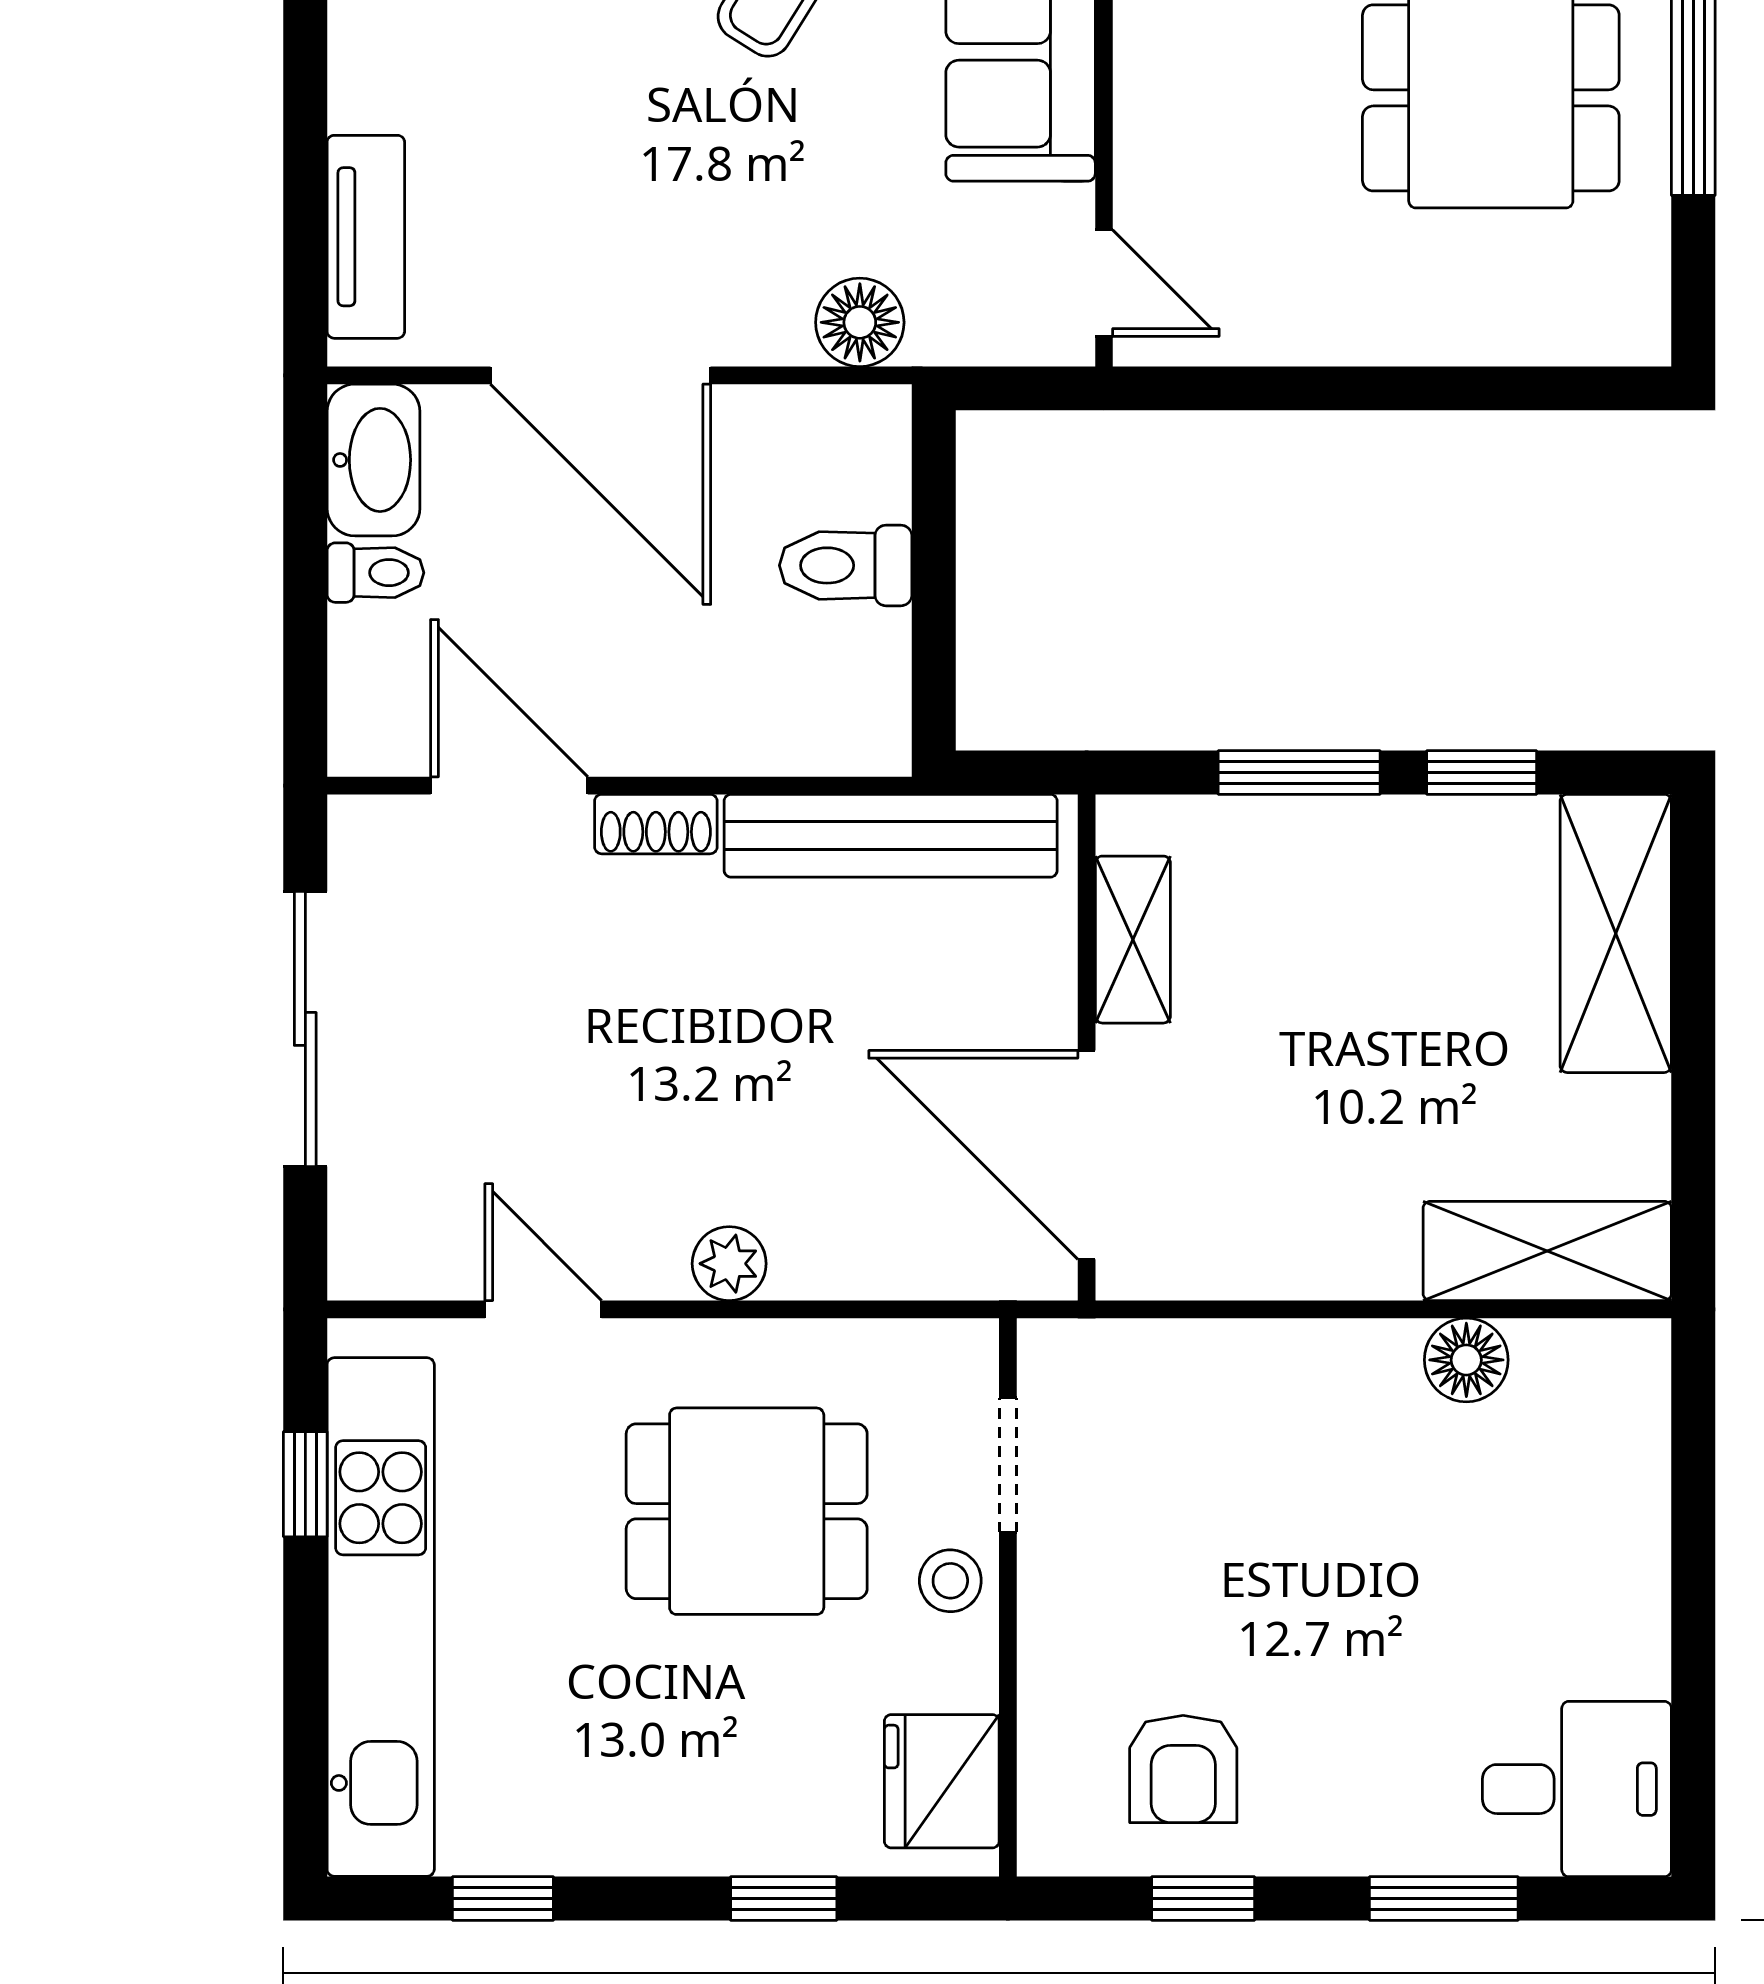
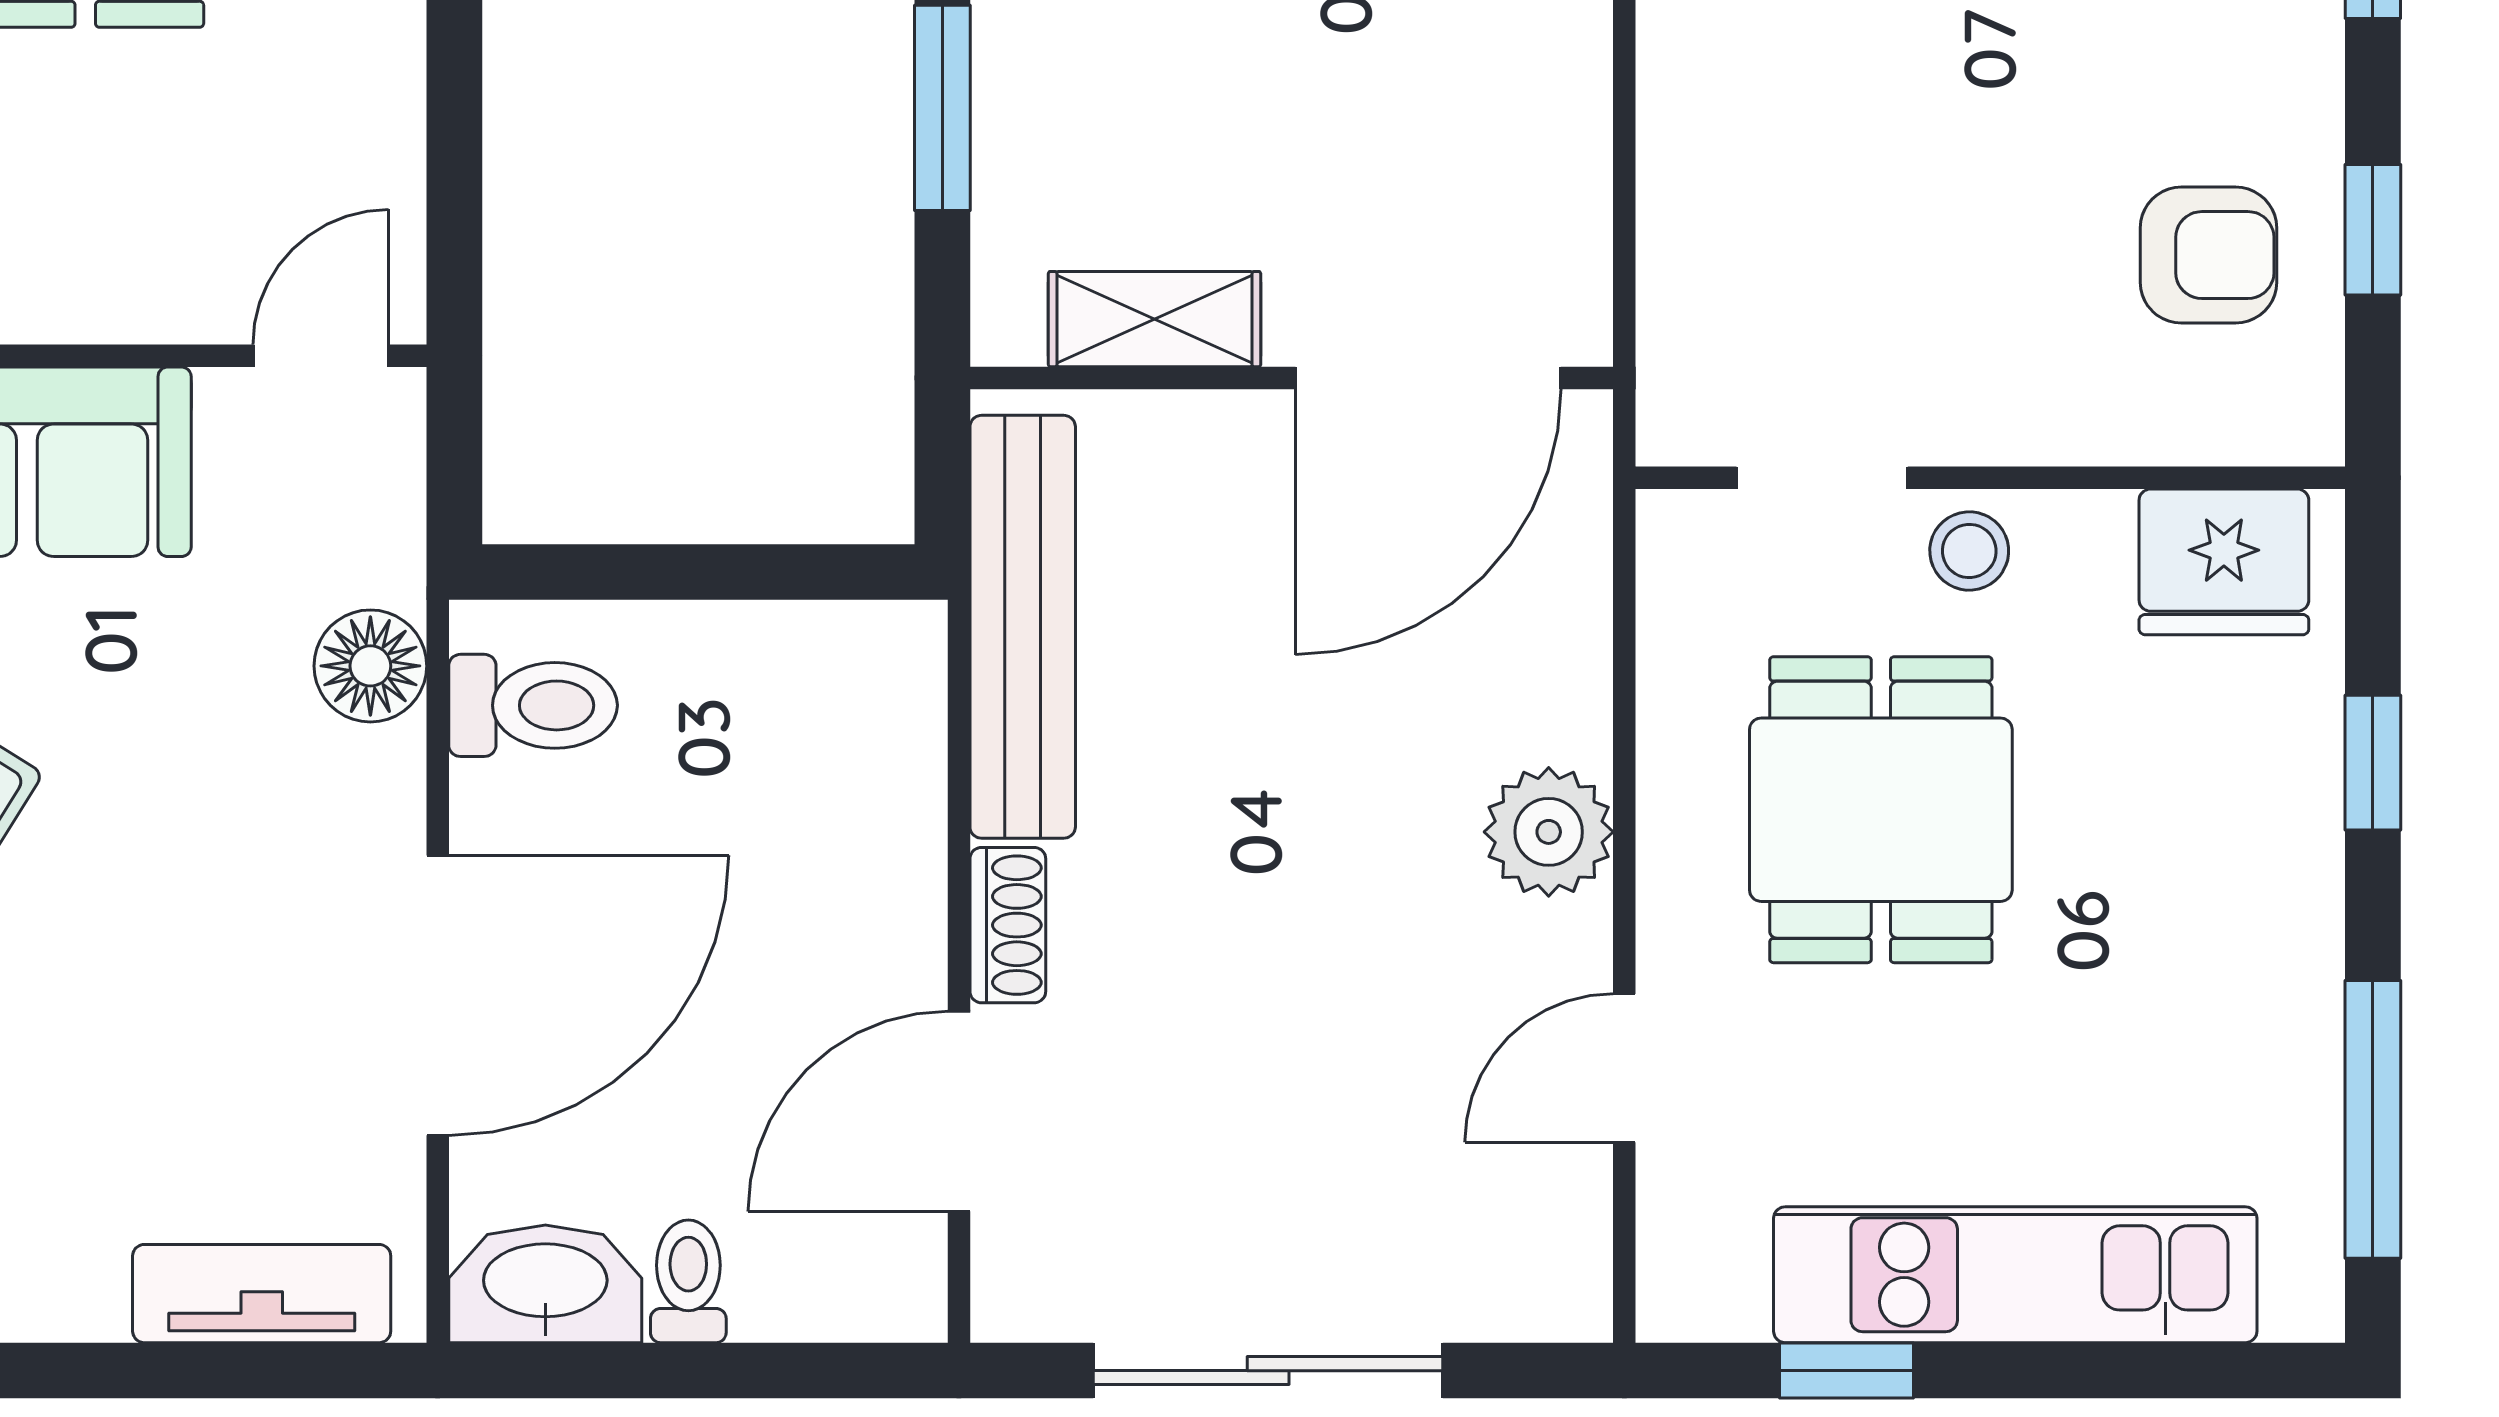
toilet: (846, 565) -> (533, 705), moved, turned -90
plant: (729, 1264) -> (1549, 832), width x1.38, depth x1.38
kitchen unit: (381, 1617) -> (2015, 1275), width x0.73
window: (503, 1899) -> (2373, 1119), width x2.17

